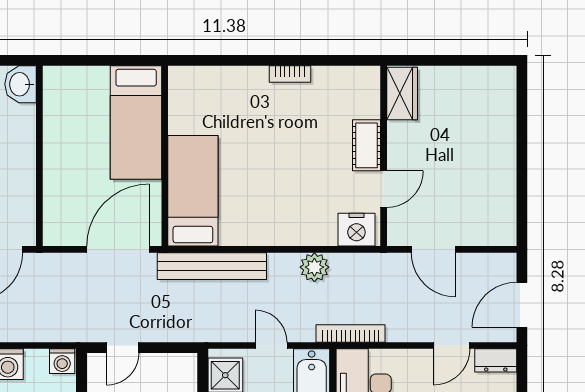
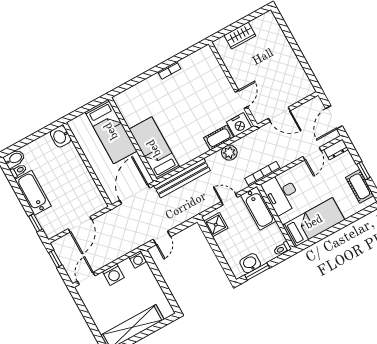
washbasin: (20, 84) -> (61, 136), moved
wardrobe: (402, 94) -> (240, 35), moved, turned 90
cot: (367, 145) -> (219, 138), moved, turned 90
wall: (39, 156) -> (87, 164), moved

